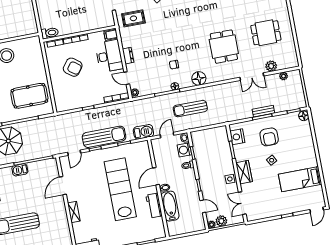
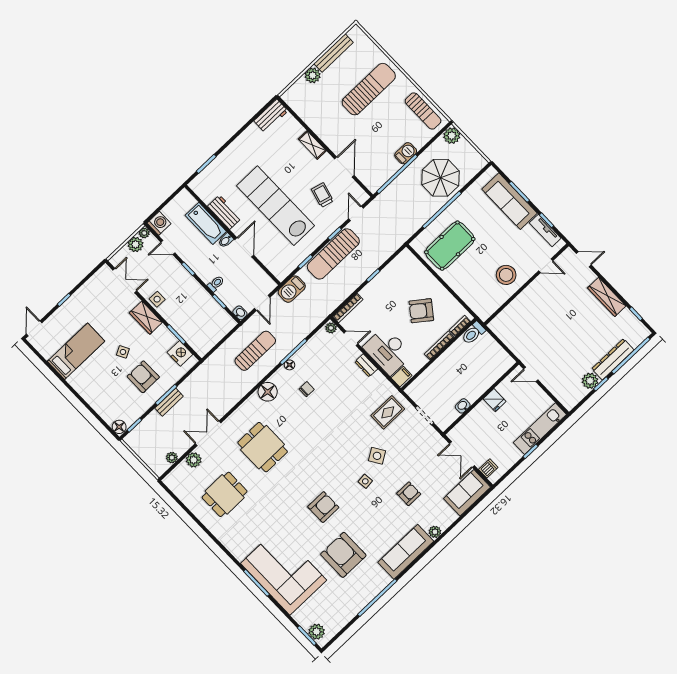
washing machine: (184, 150) -> (159, 223), moved
trolley: (87, 177) -> (322, 195), added
lab bench: (120, 189) -> (276, 206), turned 180

